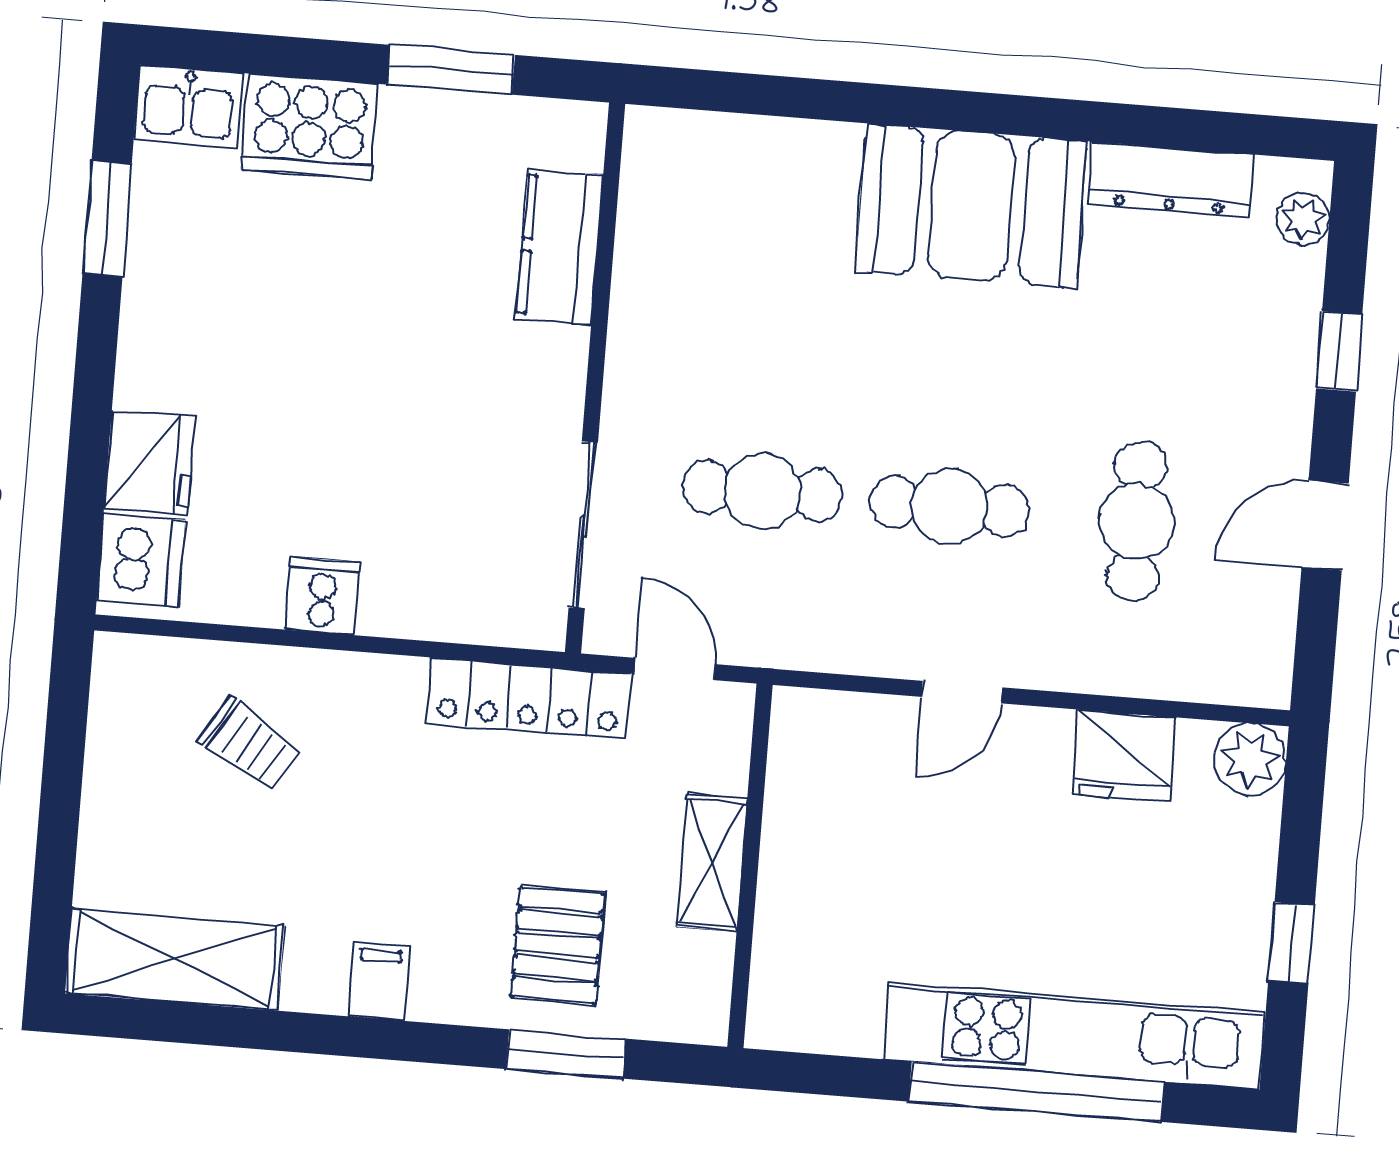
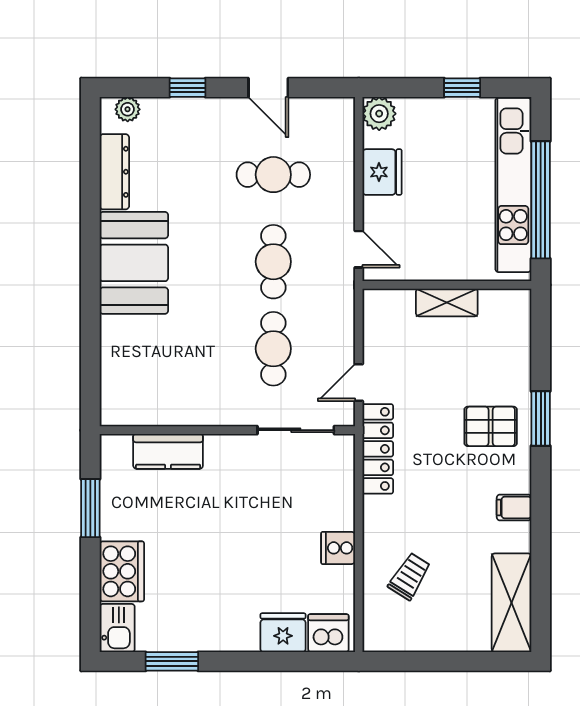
shelving: (712, 863) -> (447, 302), moved
wall: (750, 866) -> (447, 285), moved

